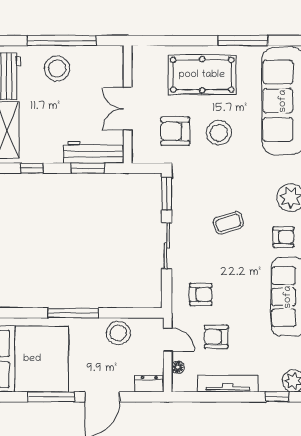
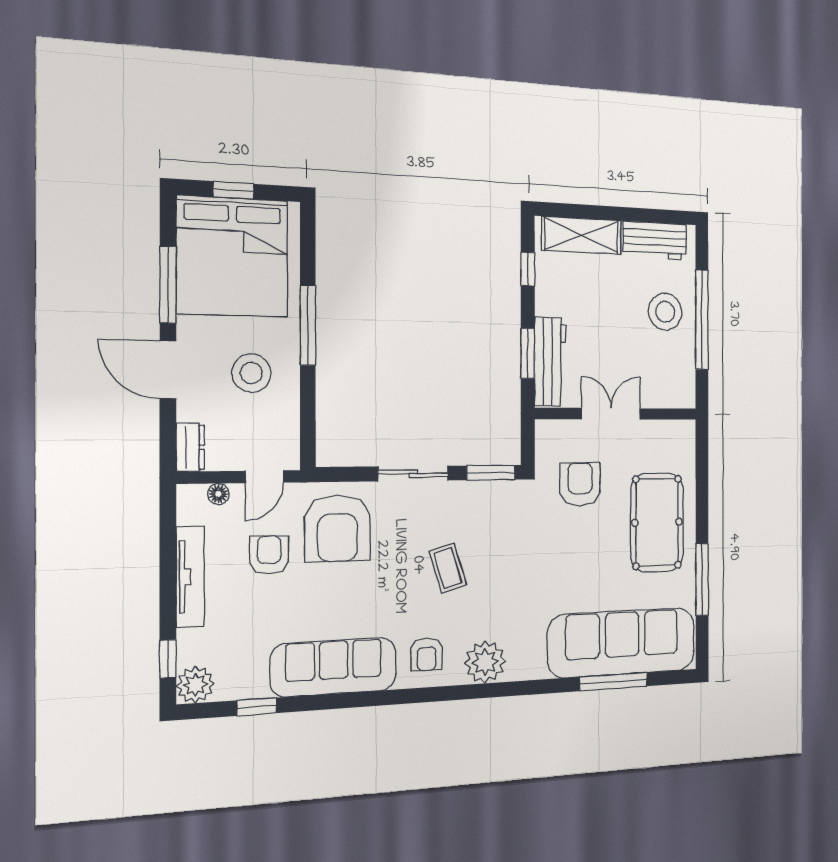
stool: (219, 133) -> (578, 549), removed
armchair: (201, 294) -> (338, 528), width x1.88, depth x1.88
stool: (118, 333) -> (251, 373), moved

